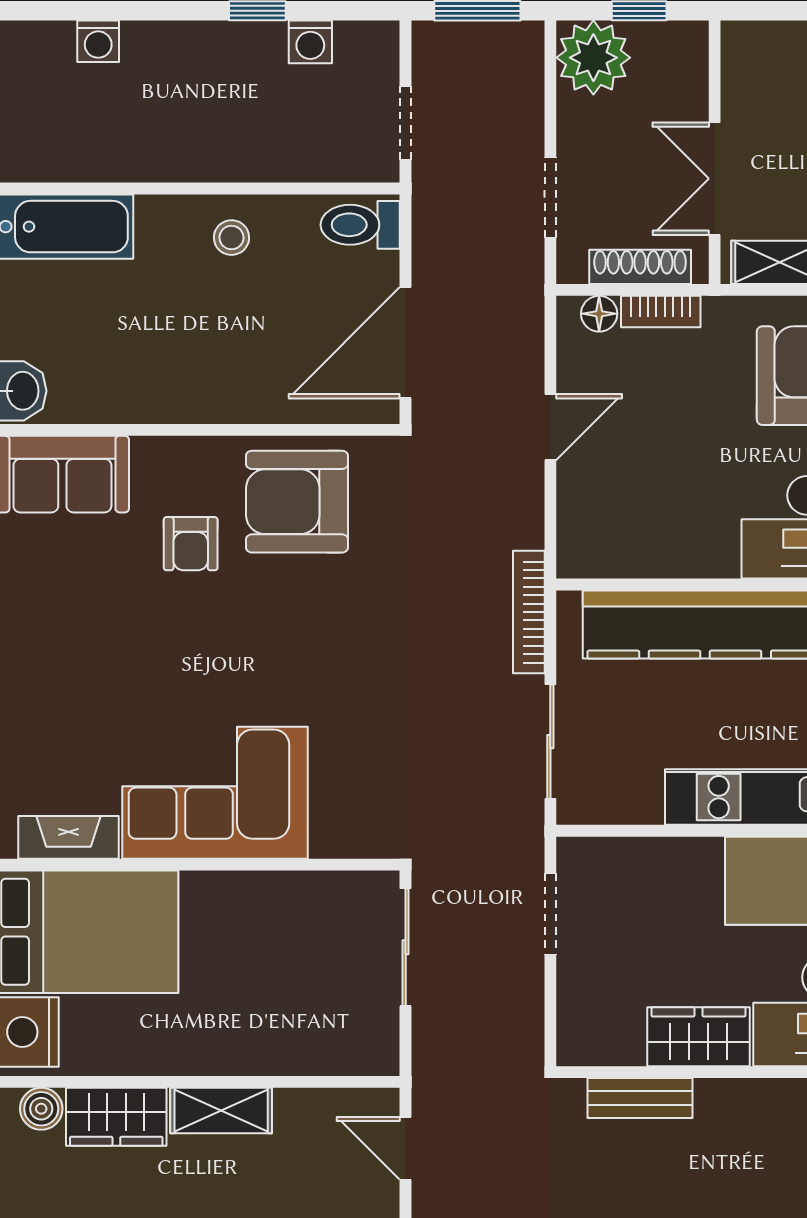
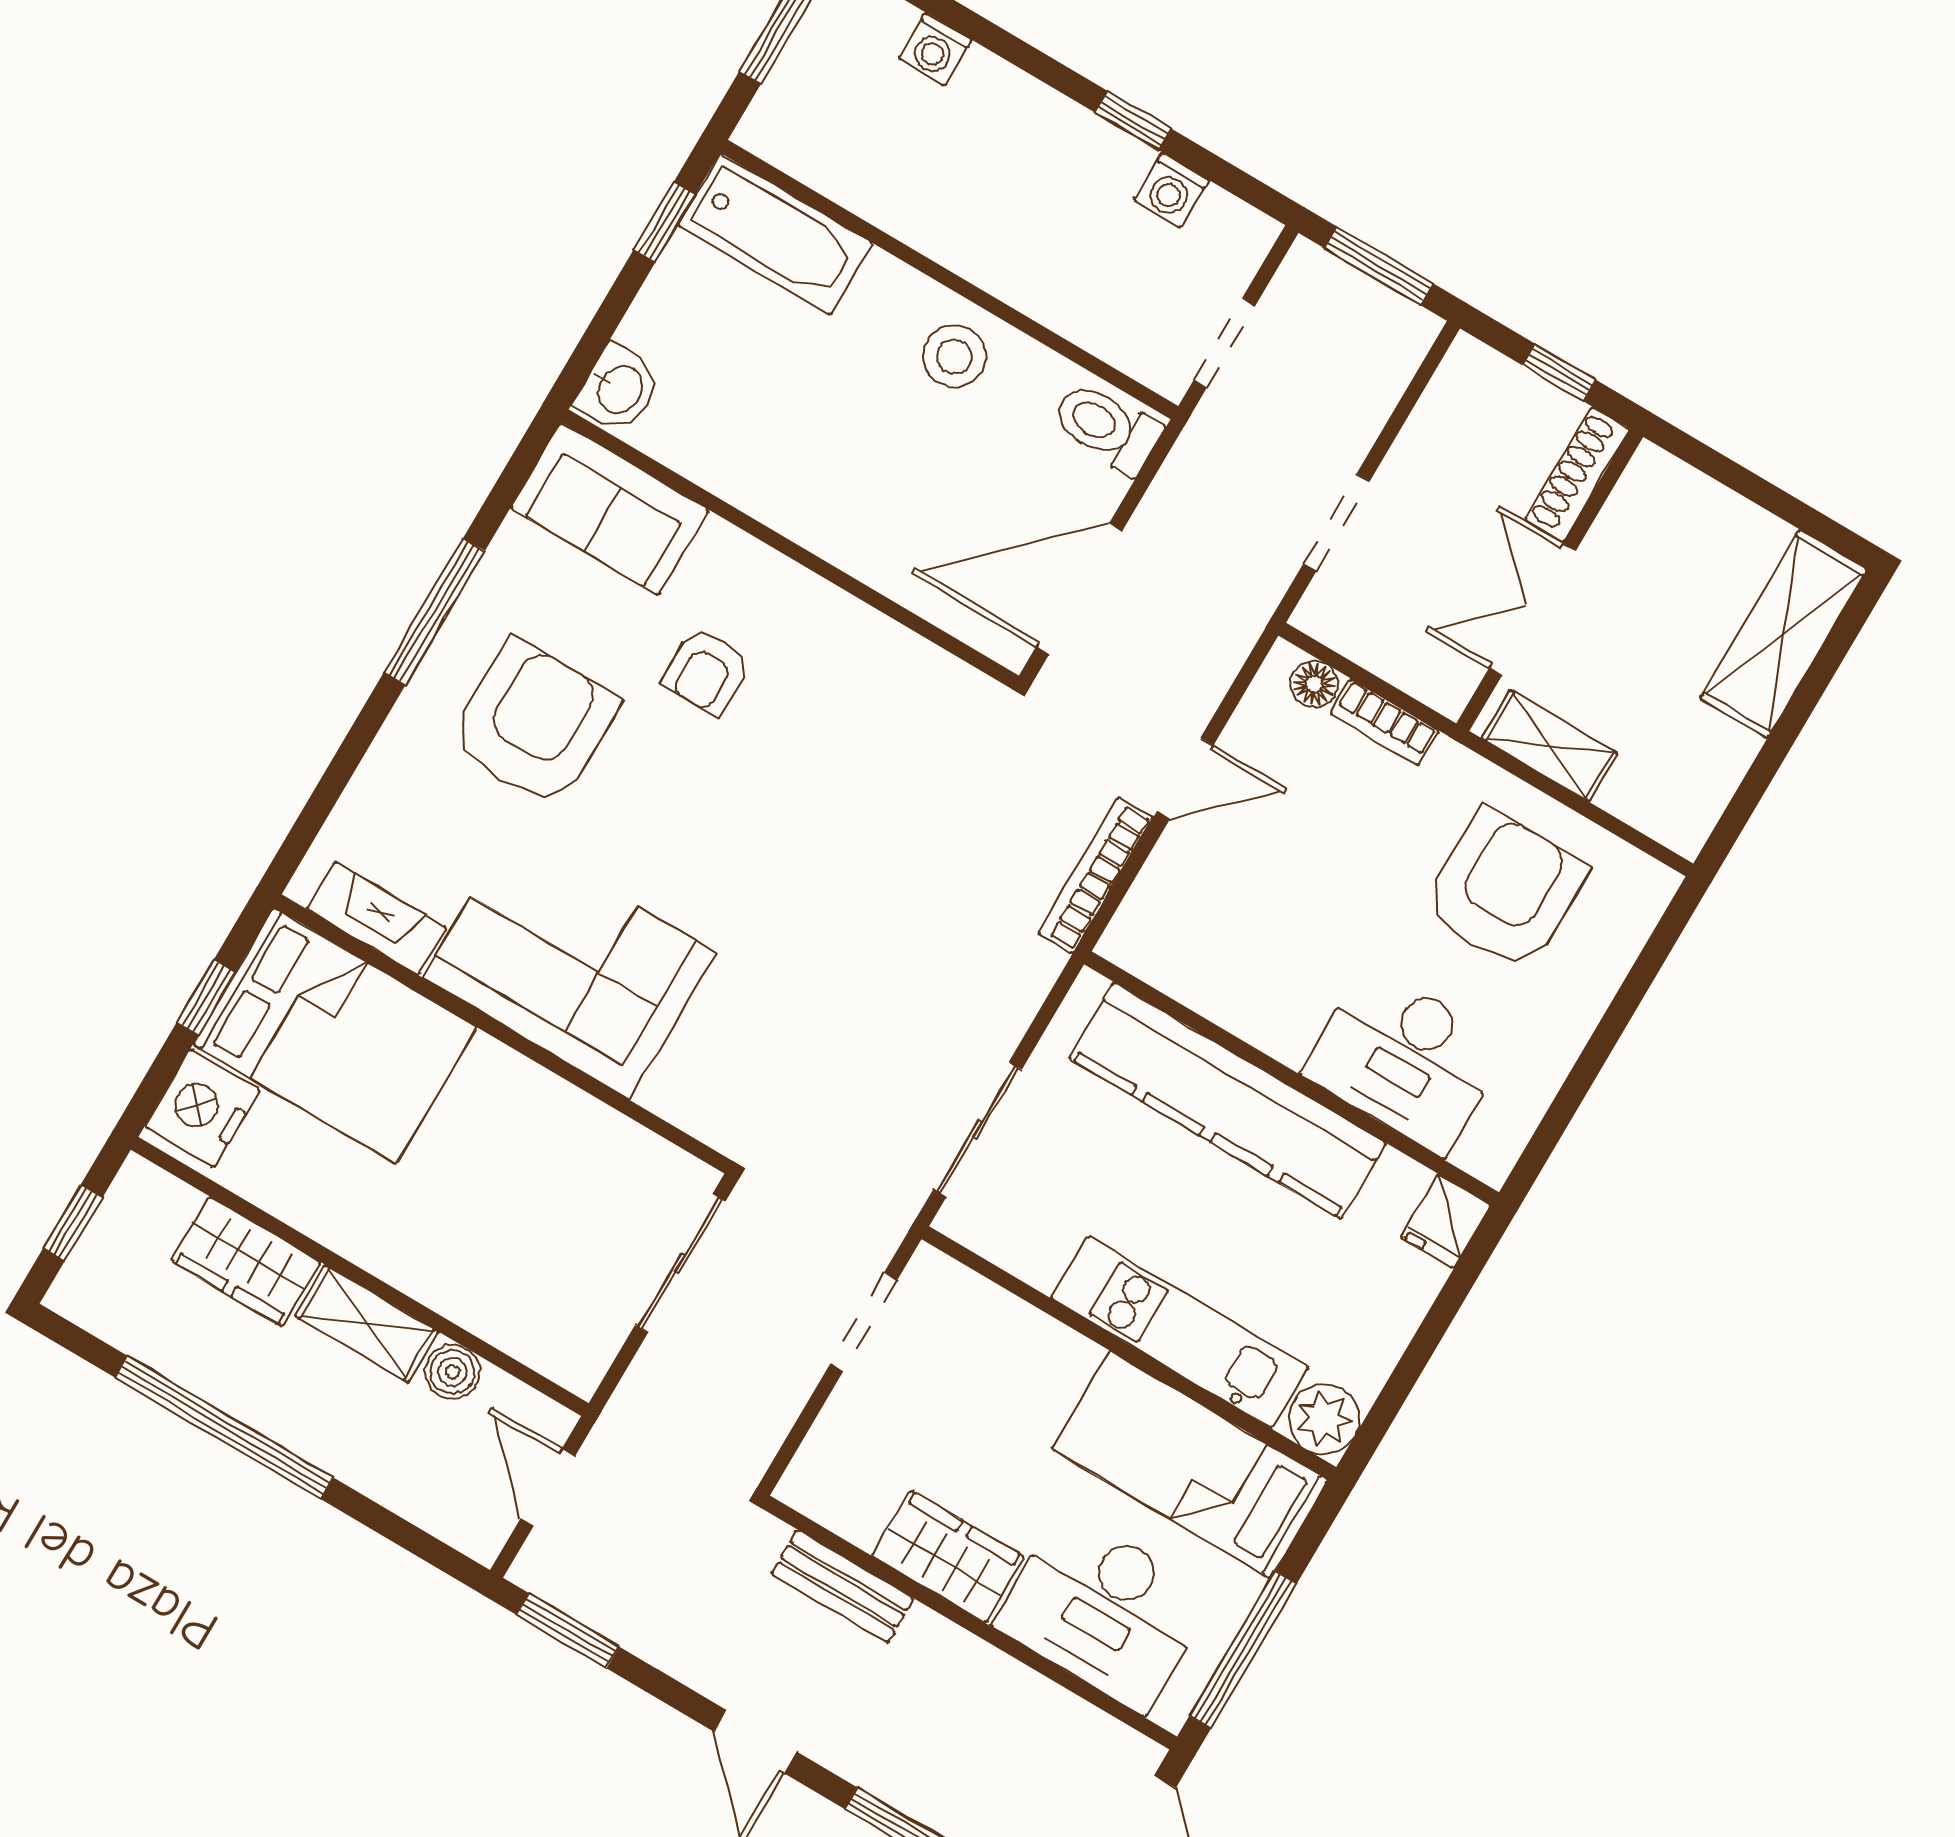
plant: (593, 58) -> (1477, 394), removed
stool: (231, 238) -> (954, 356), width x1.37, depth x1.37
shoe rack: (640, 267) -> (1577, 474), moved, turned -90
armchair: (297, 502) -> (534, 723), moved, turned 90
bookcase: (529, 612) -> (1095, 875), moved
boiler: (41, 1109) -> (452, 1372), moved

